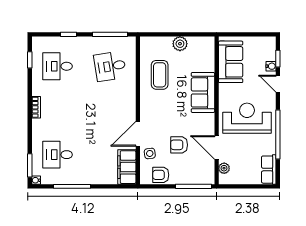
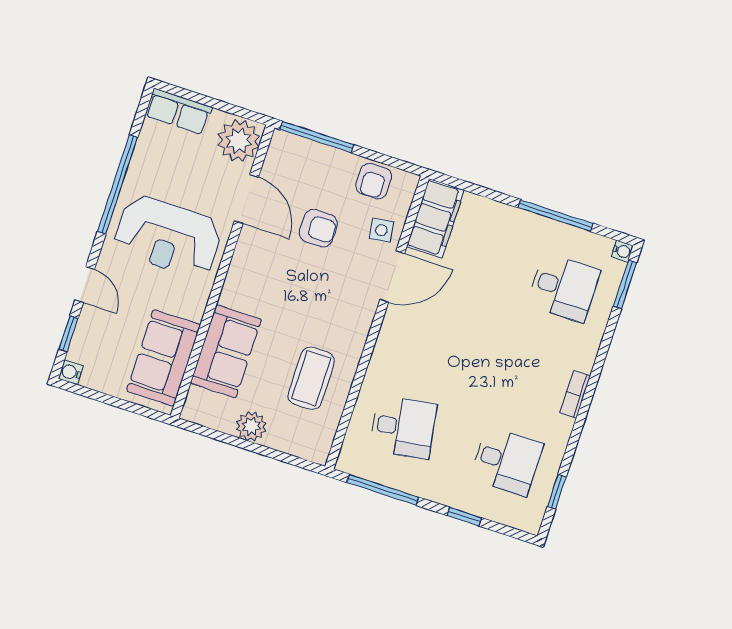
water cooler: (271, 66) -> (71, 372), moved
sofa: (203, 92) -> (226, 351), moved
plant: (224, 168) -> (239, 141), width x1.88, depth x1.88
row of seats: (269, 170) -> (178, 111), moved, turned 90
armchair: (161, 175) -> (374, 181), turned 90

